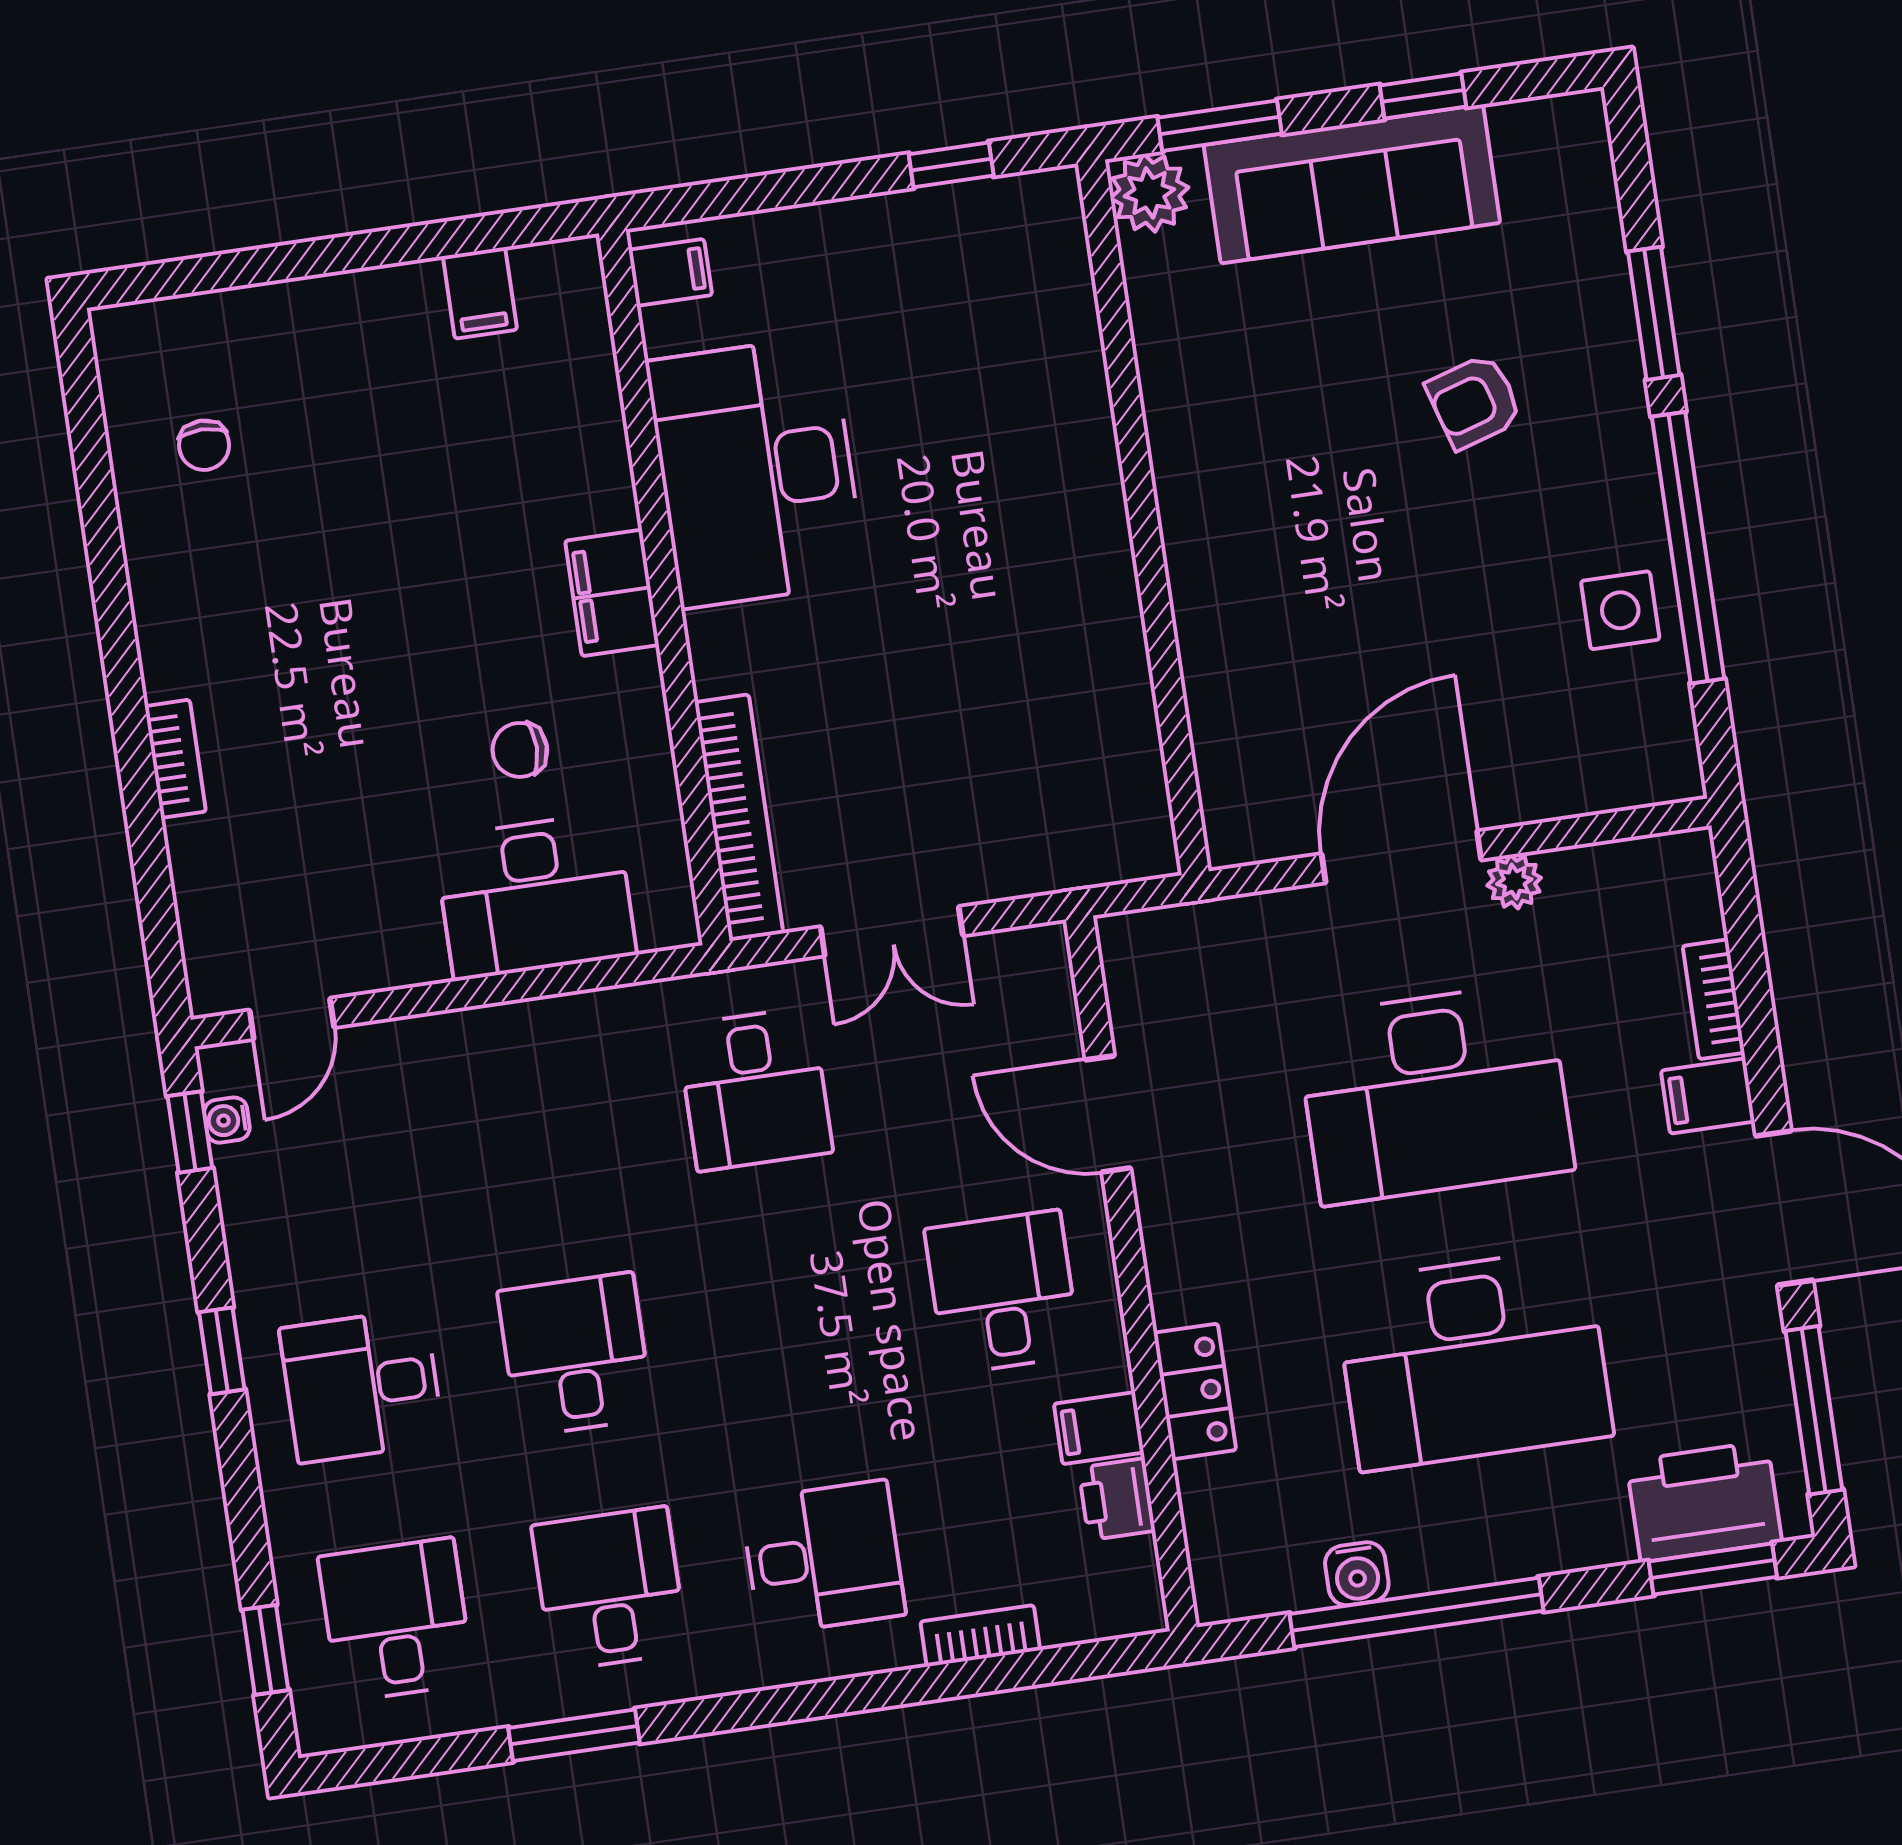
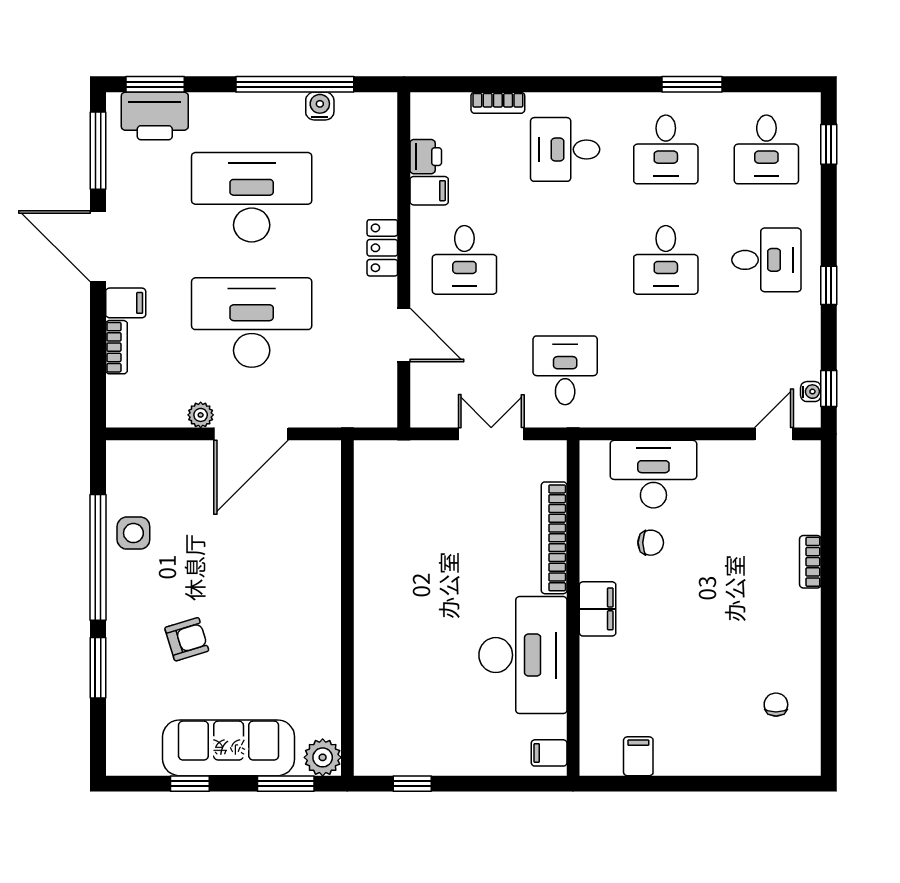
bookcase: (739, 817) -> (554, 538), moved
locker: (1195, 1391) -> (382, 248), moved

